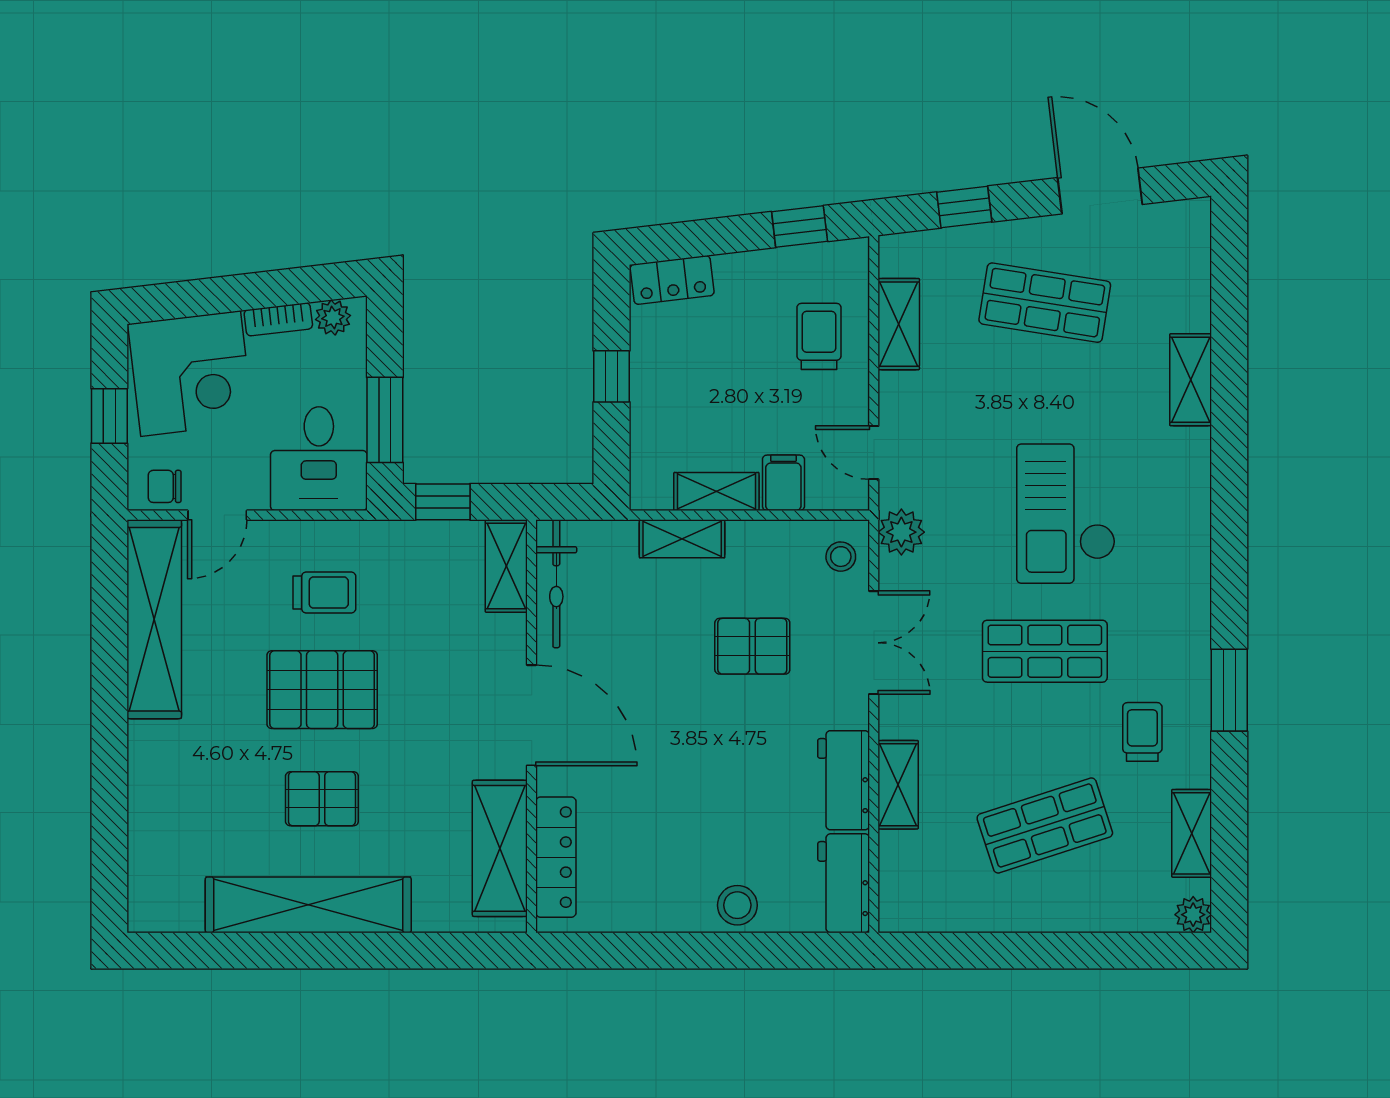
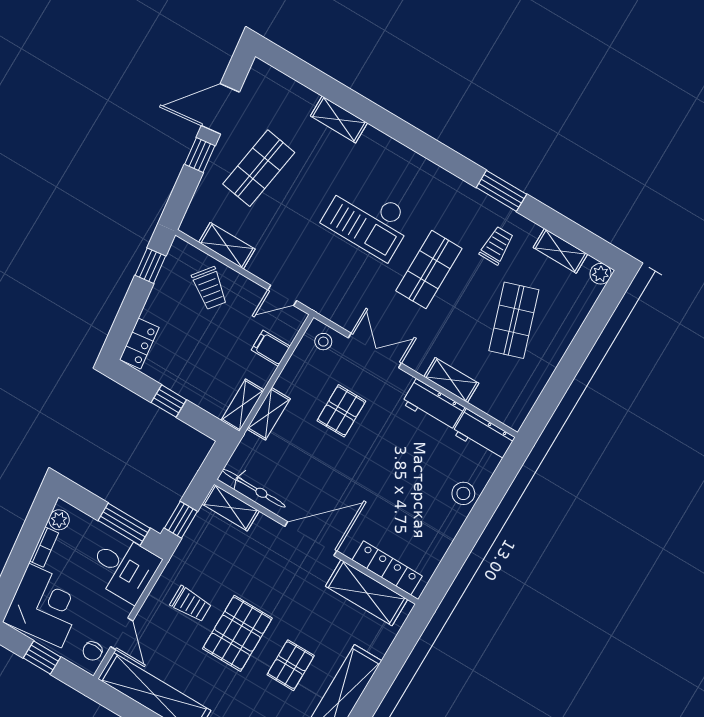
window: (964, 207) -> (200, 155), moved
trolley: (819, 336) -> (210, 288), turned -142
shelving: (716, 492) -> (242, 405), moved
plant: (901, 532) -> (329, 305), removed
trolley: (324, 593) -> (191, 604), turned 90
trolley: (1142, 732) -> (497, 245), turned 90

